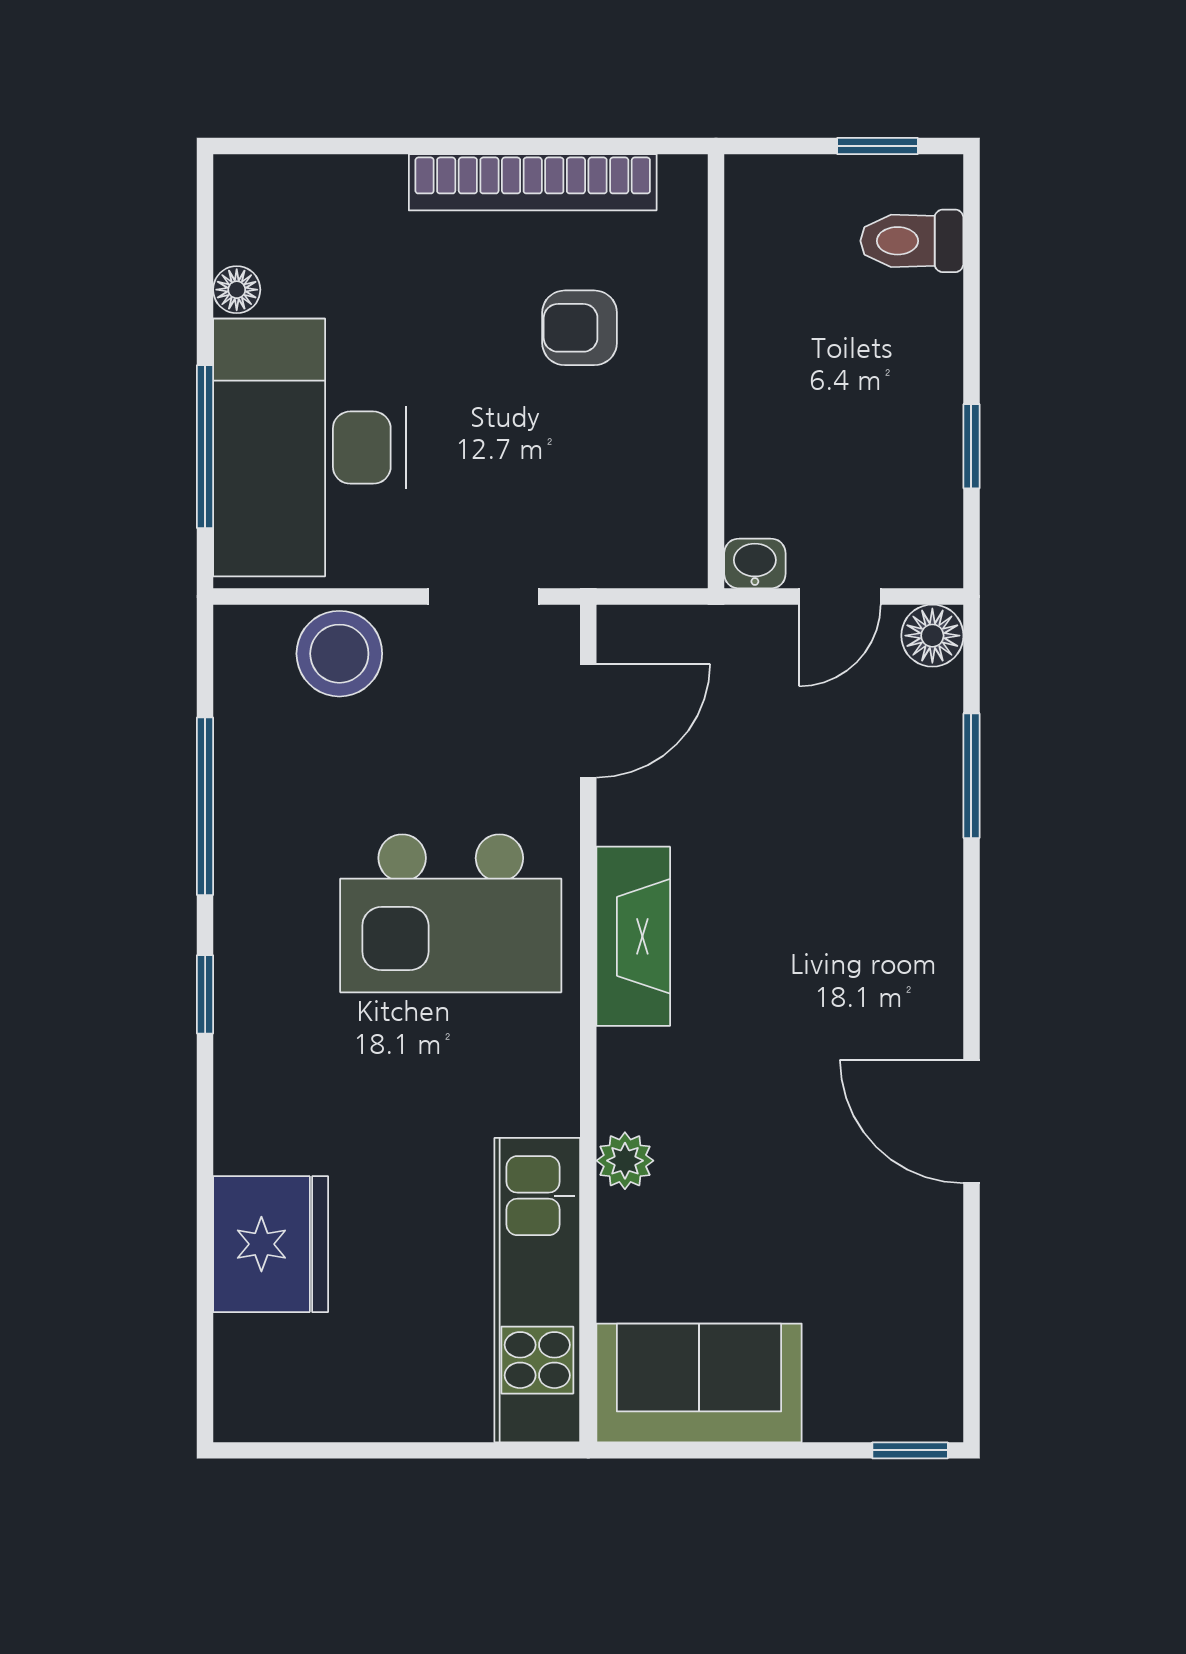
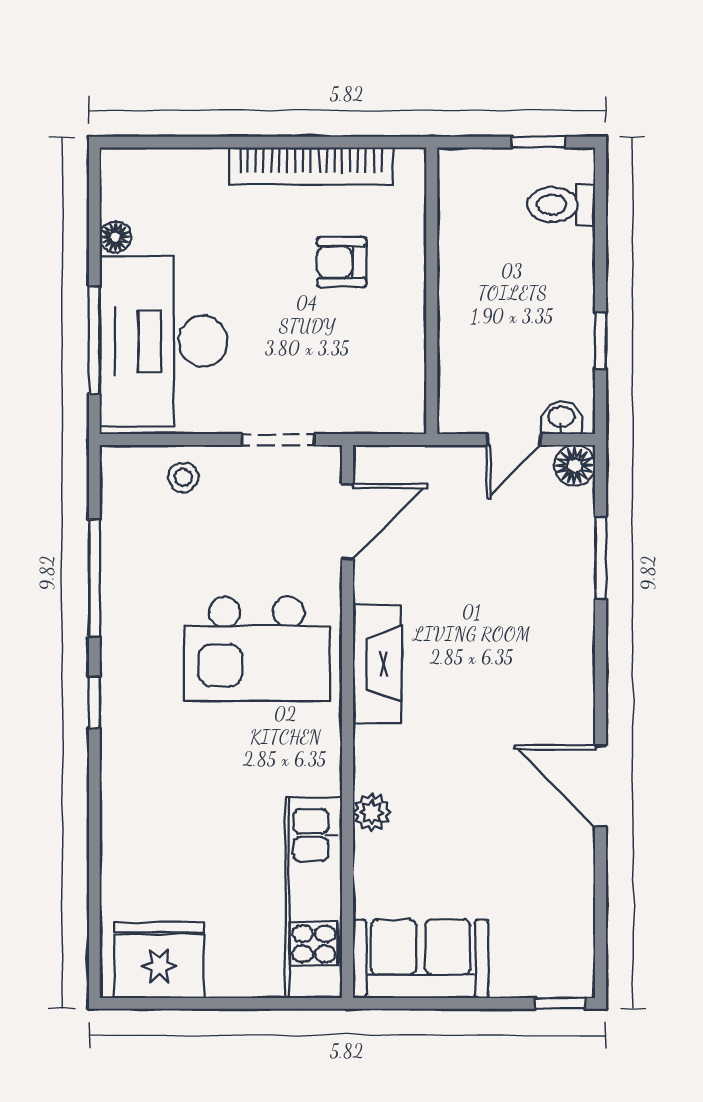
washbasin: (755, 564) -> (561, 418), moved
stool: (339, 654) -> (183, 477), width x0.53, depth x0.53
fridge: (271, 1244) -> (159, 960), moved, turned -90

